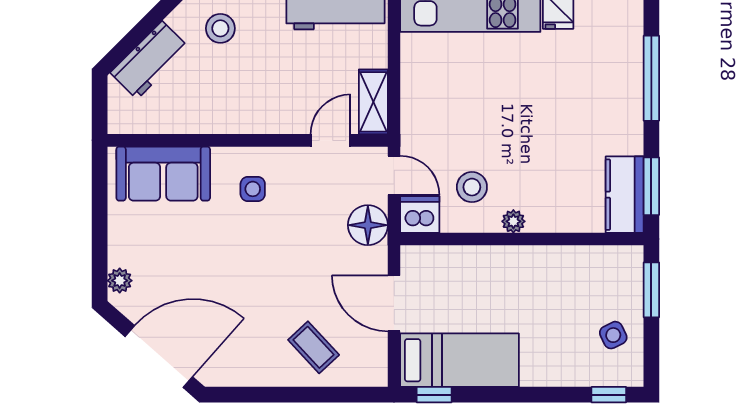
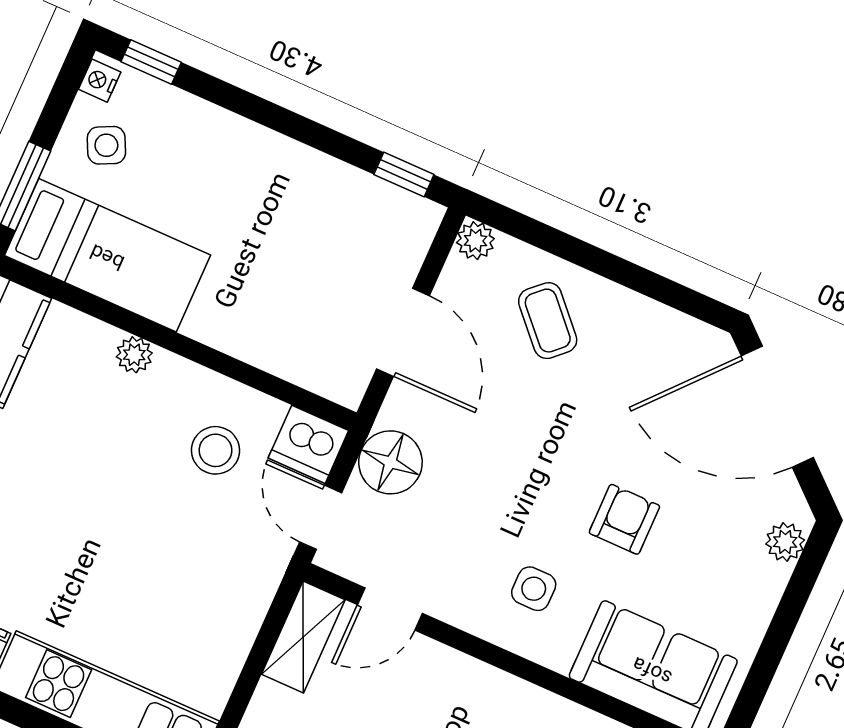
plant: (513, 221) -> (134, 355), moved
armchair: (218, 252) -> (624, 519), added
bed: (460, 360) -> (108, 255), moved, turned 180
nightstand: (634, 371) -> (100, 81), added
plant: (376, 375) -> (475, 241), added

